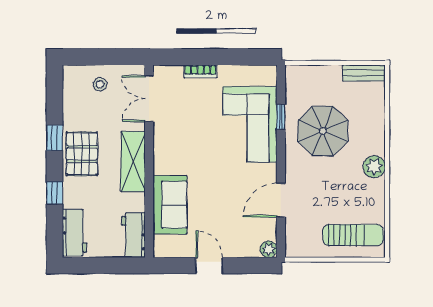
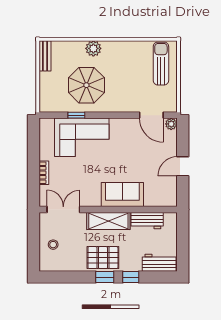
double door: (149, 99) -> (63, 209), swing flipped
window: (55, 138) -> (105, 277), moved
plant: (374, 167) -> (93, 48), moved
door: (281, 200) -> (151, 115), moved
sofa: (170, 205) -> (122, 195), moved
workbench: (134, 235) -> (147, 221), moved

